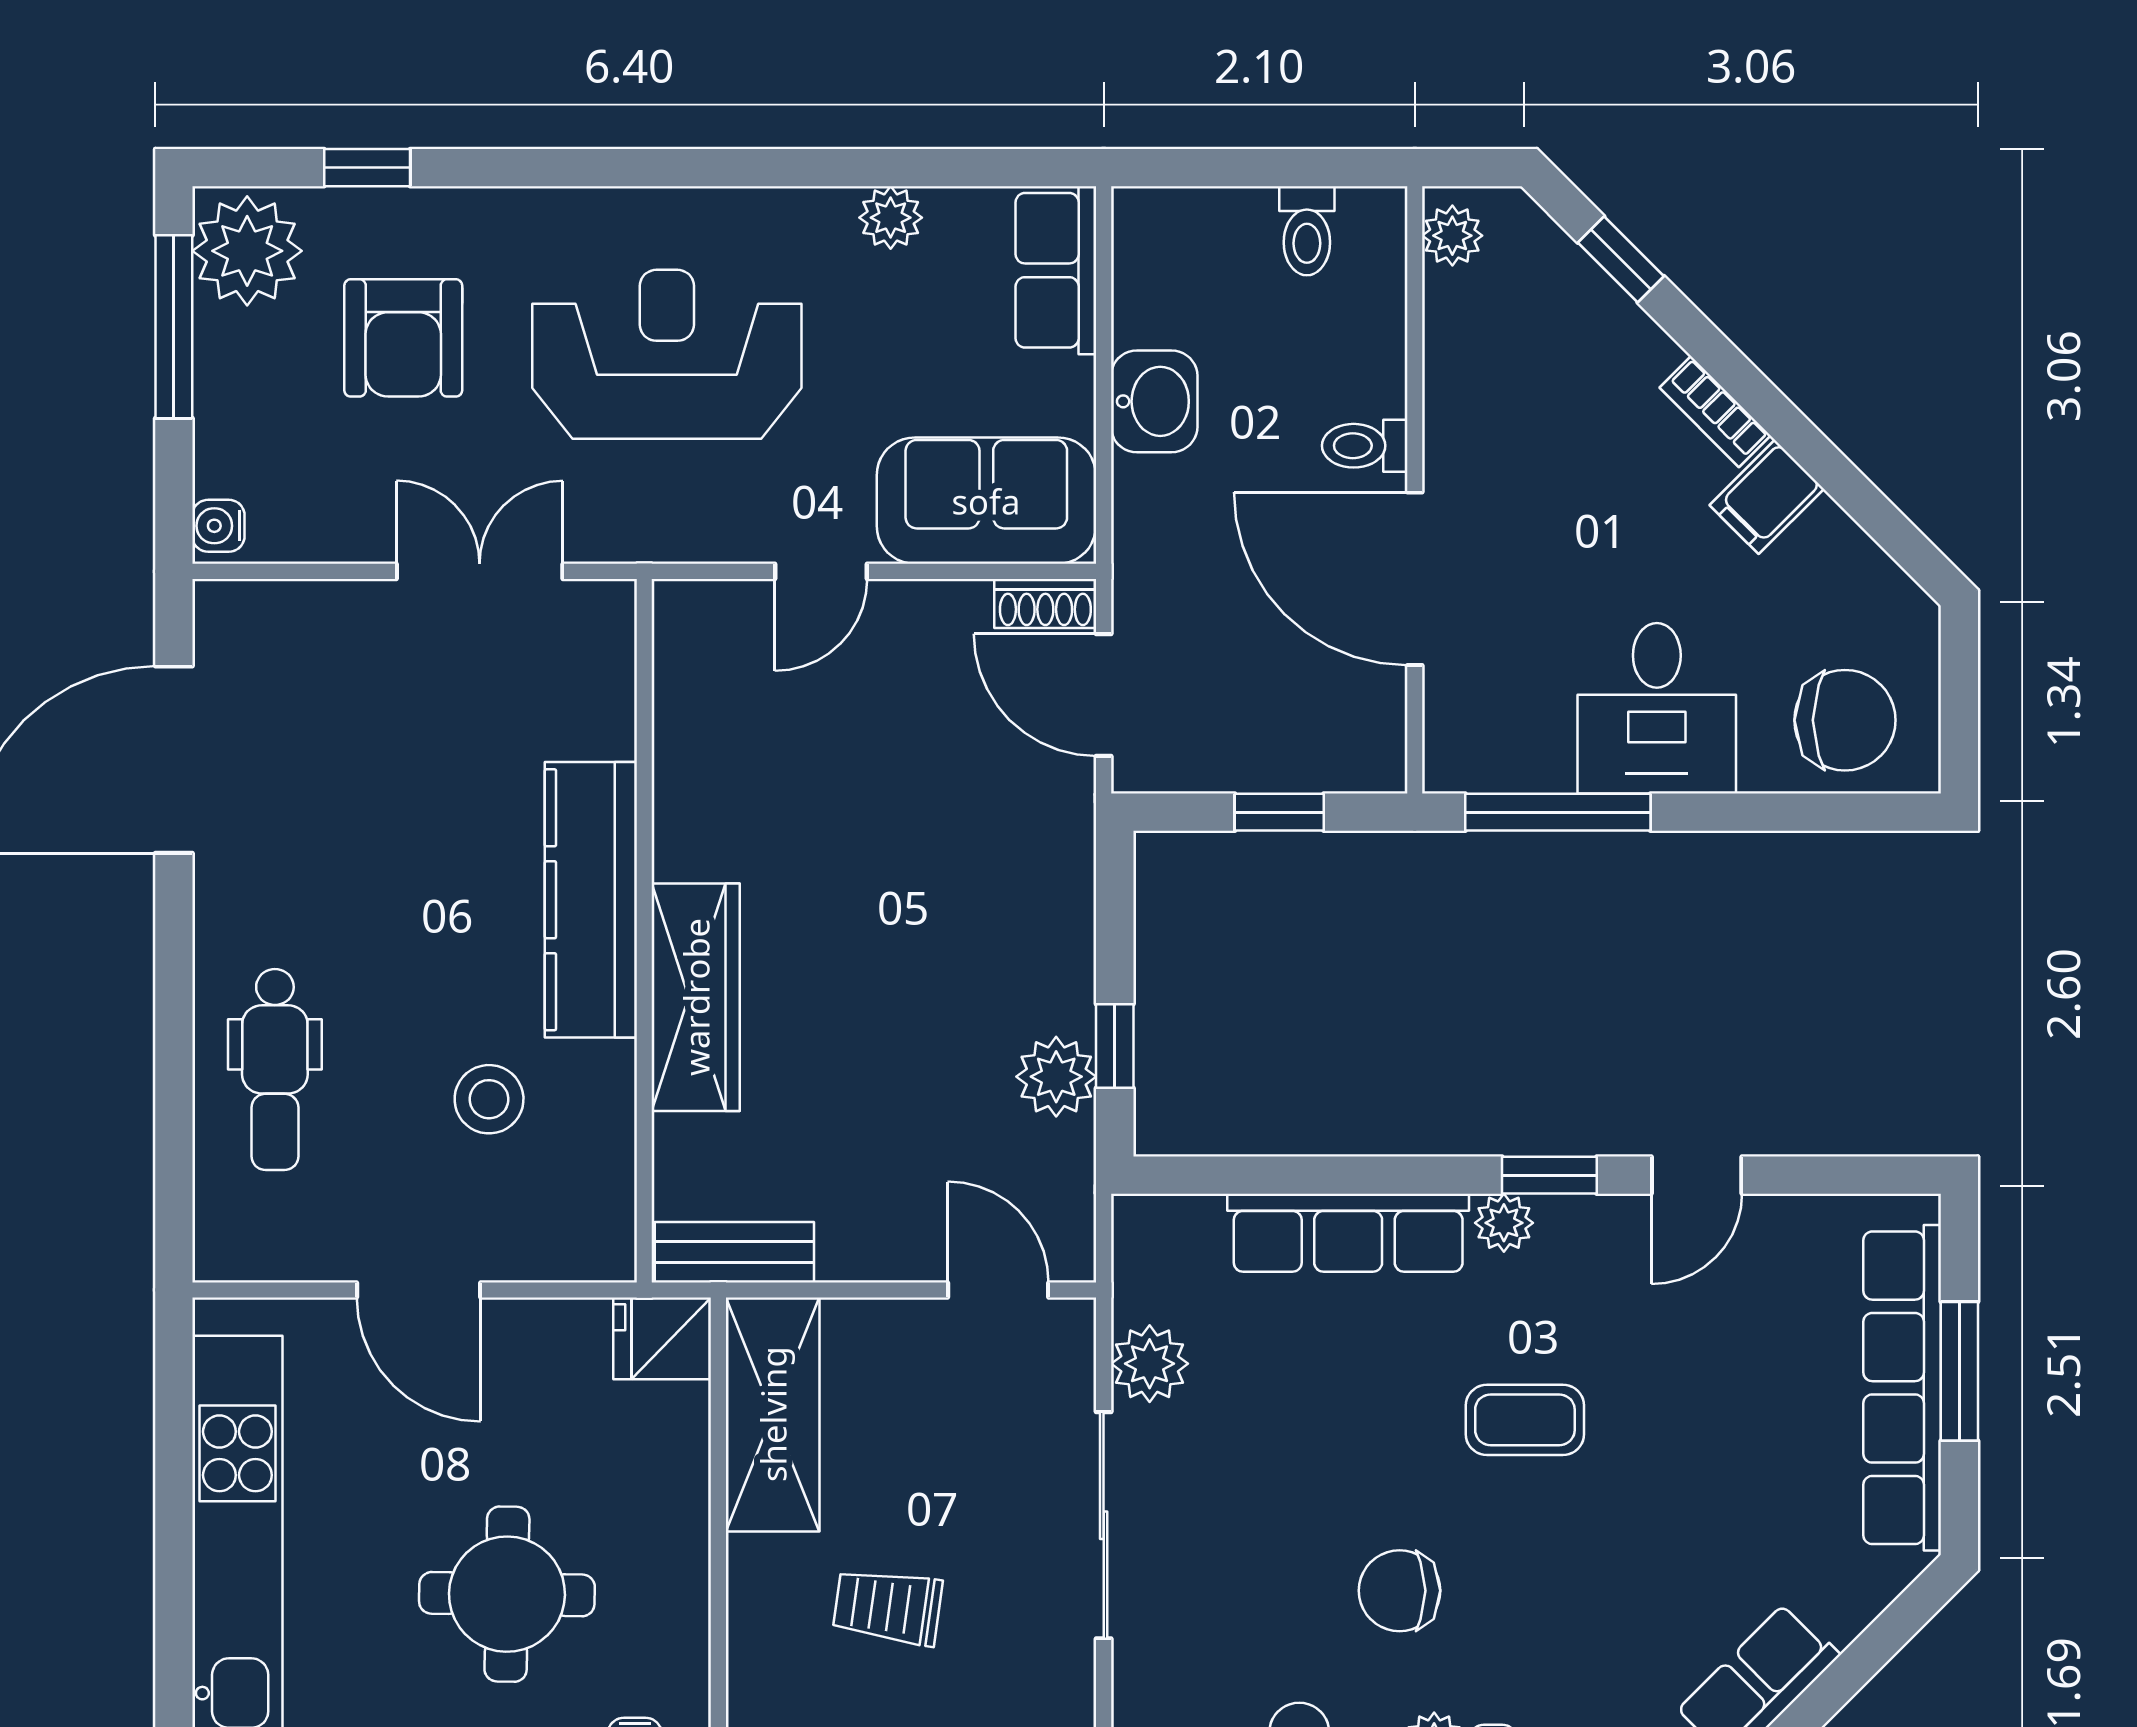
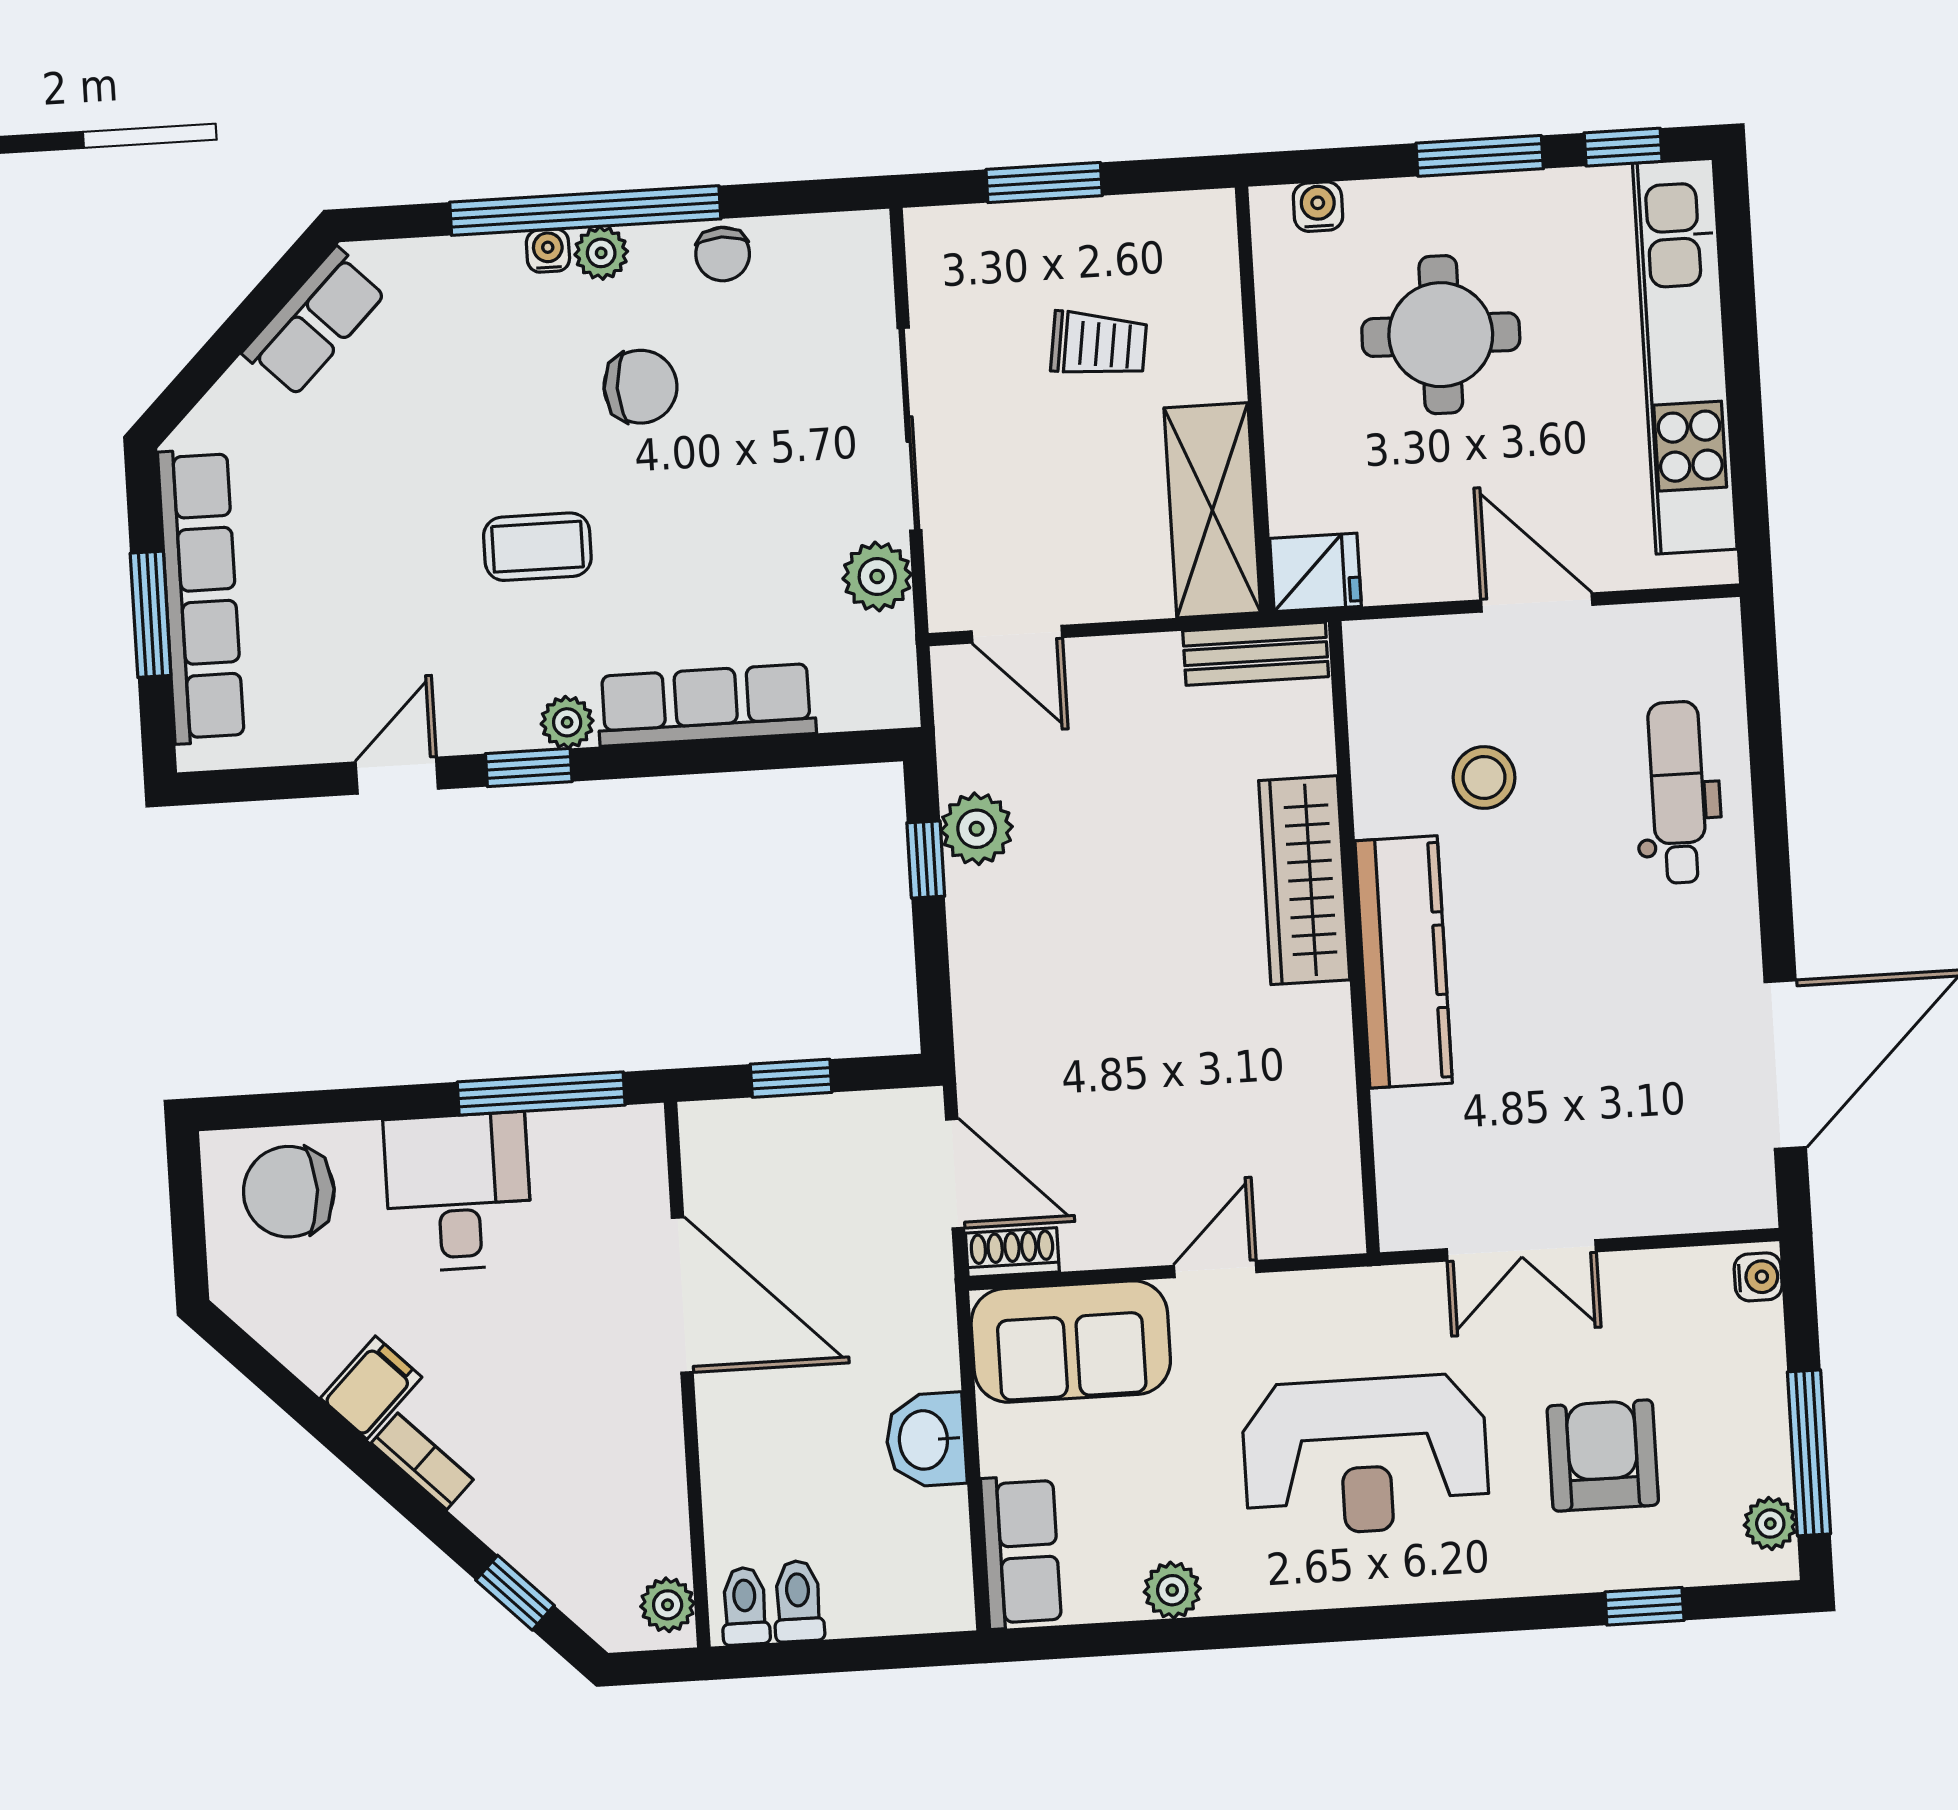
plant: (247, 251) -> (1770, 1524), width x0.53, depth x0.53
toilet: (1365, 446) -> (745, 1606), moved, turned -90

